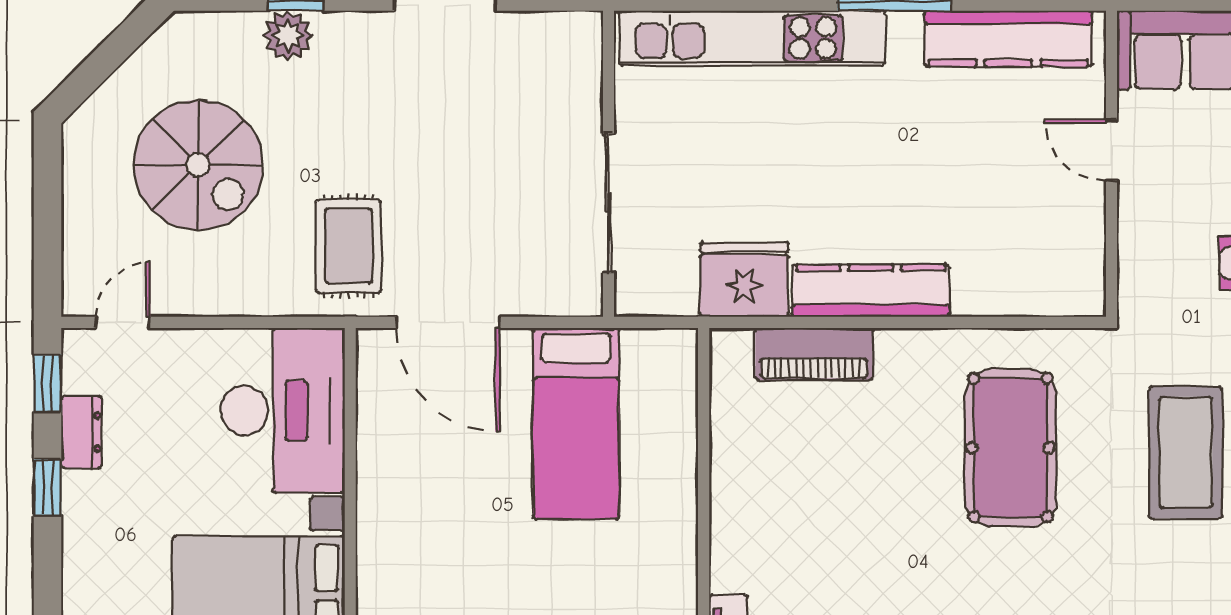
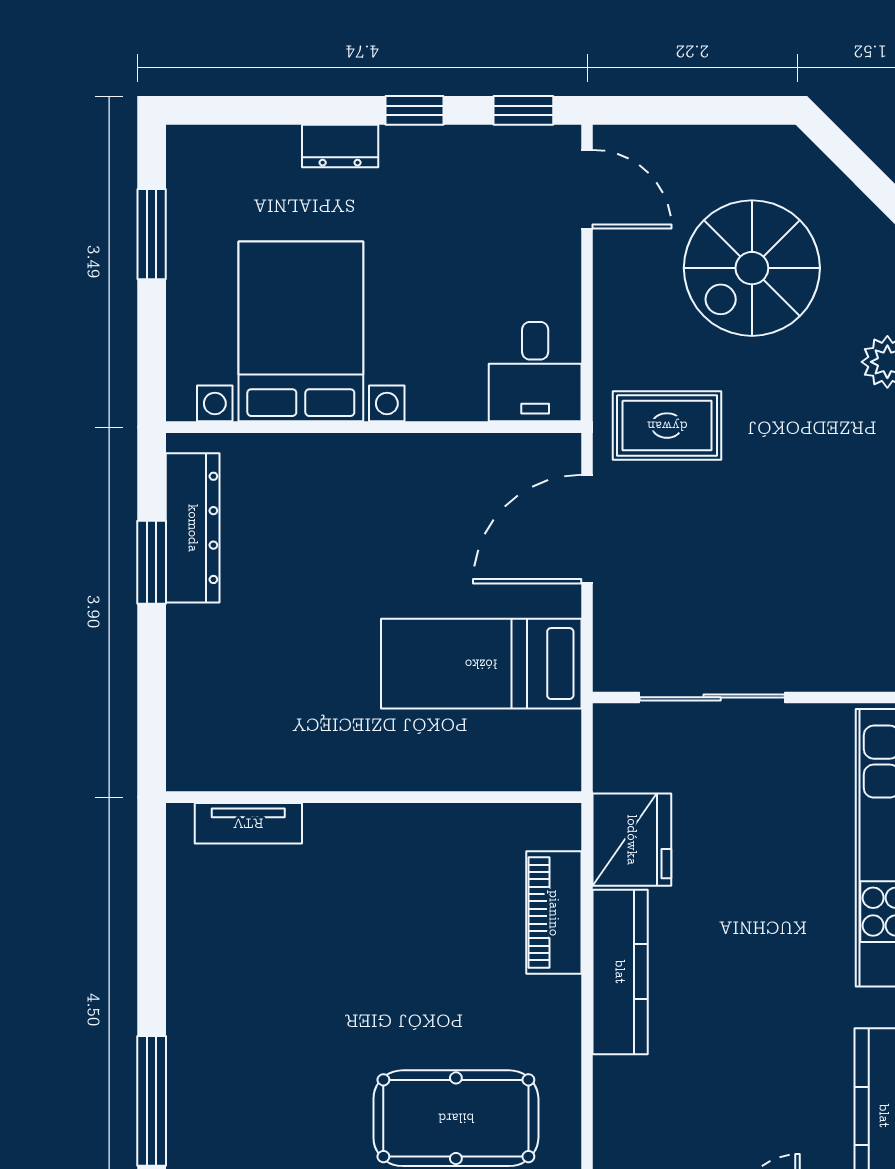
door: (123, 322) -> (587, 189), width x1.37
desk: (283, 411) -> (535, 372), width x0.53, depth x0.77
dresser: (82, 432) -> (340, 146), moved

